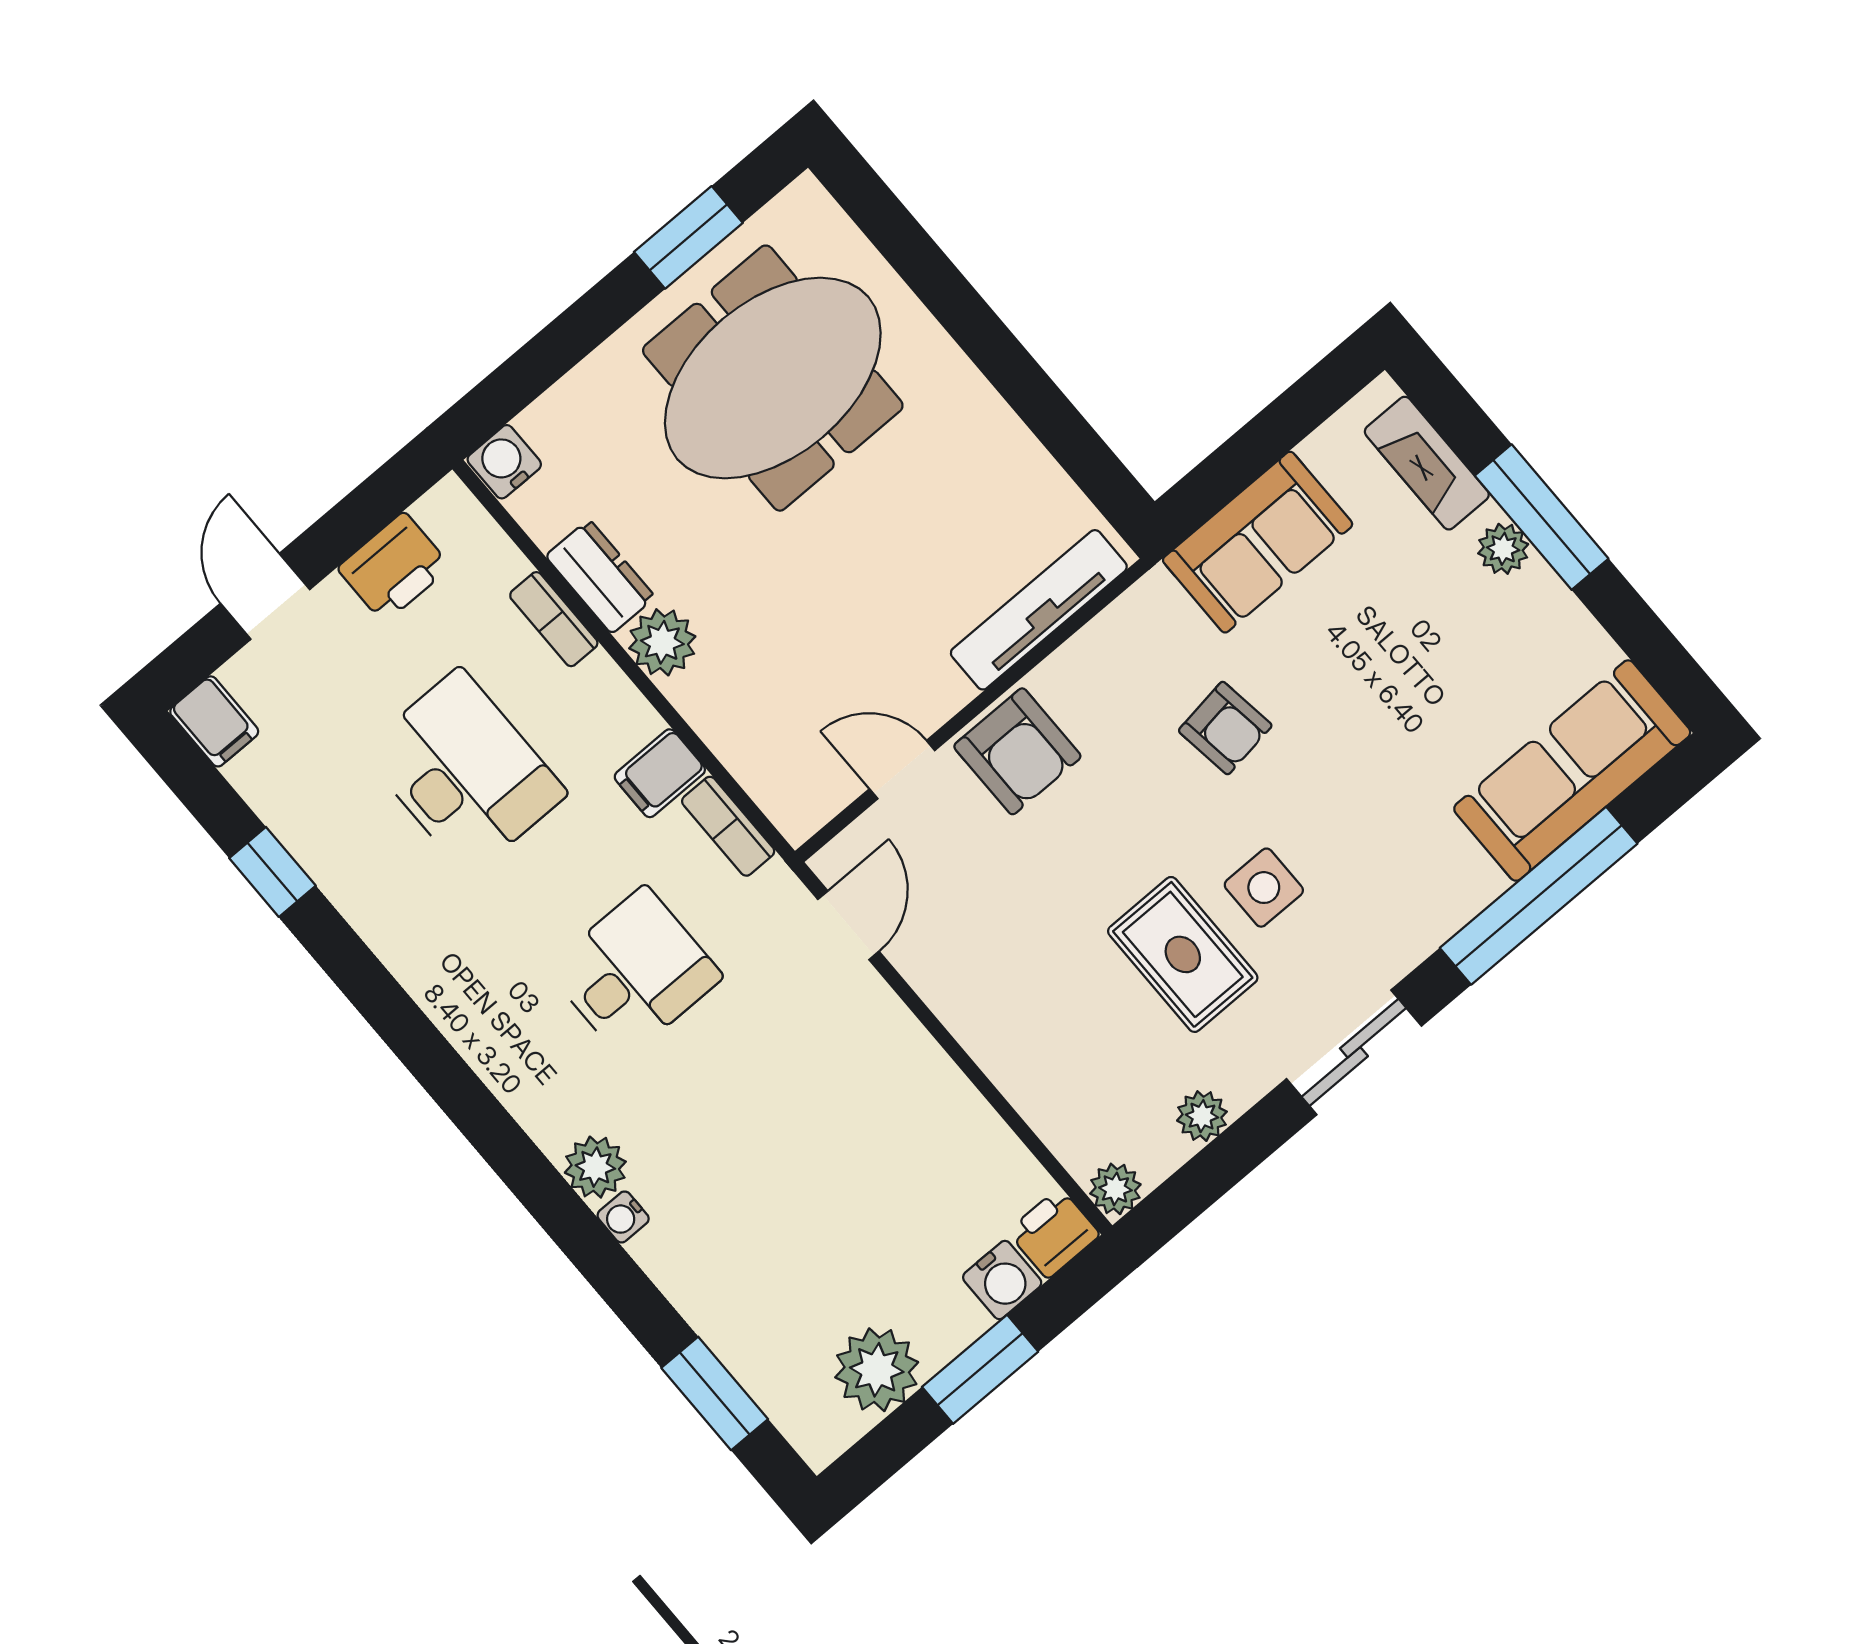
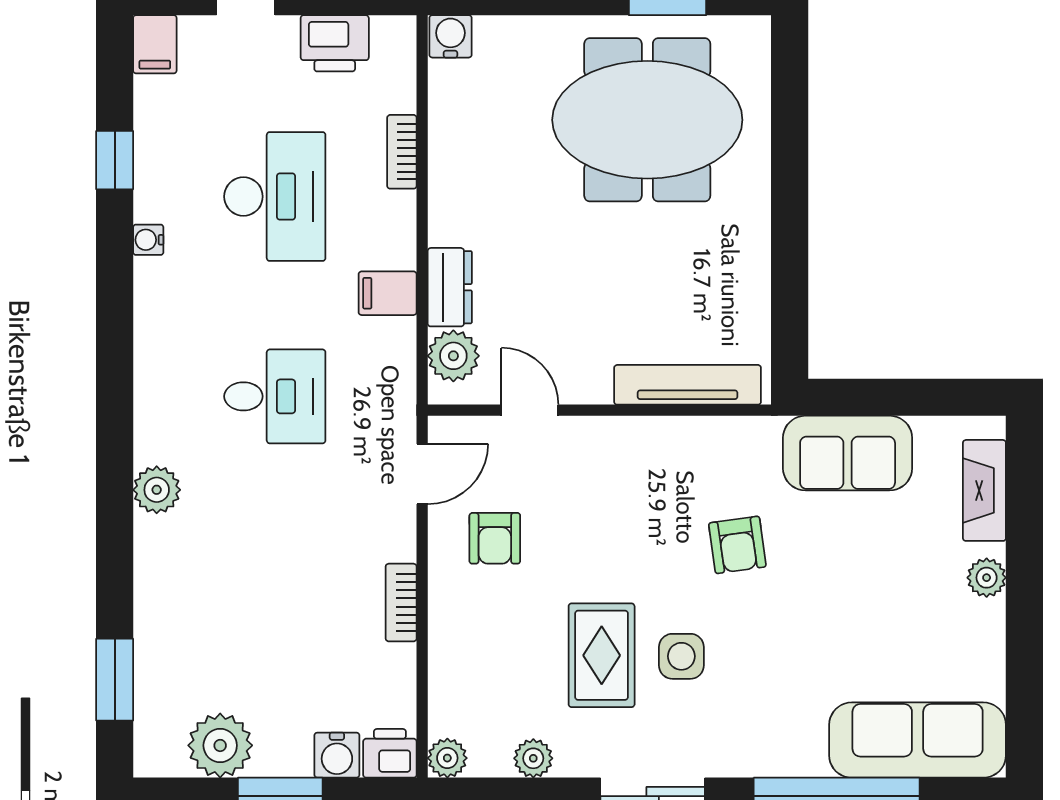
window: (1542, 517) -> (1024, 578), removed
dresser: (600, 576) -> (450, 287), moved
plant: (662, 642) -> (453, 356), moved
armchair: (1017, 751) -> (495, 538), moved, width x0.72, depth x0.72
bookcase: (728, 826) -> (401, 603), moved
water cooler: (623, 1217) -> (148, 240), moved

